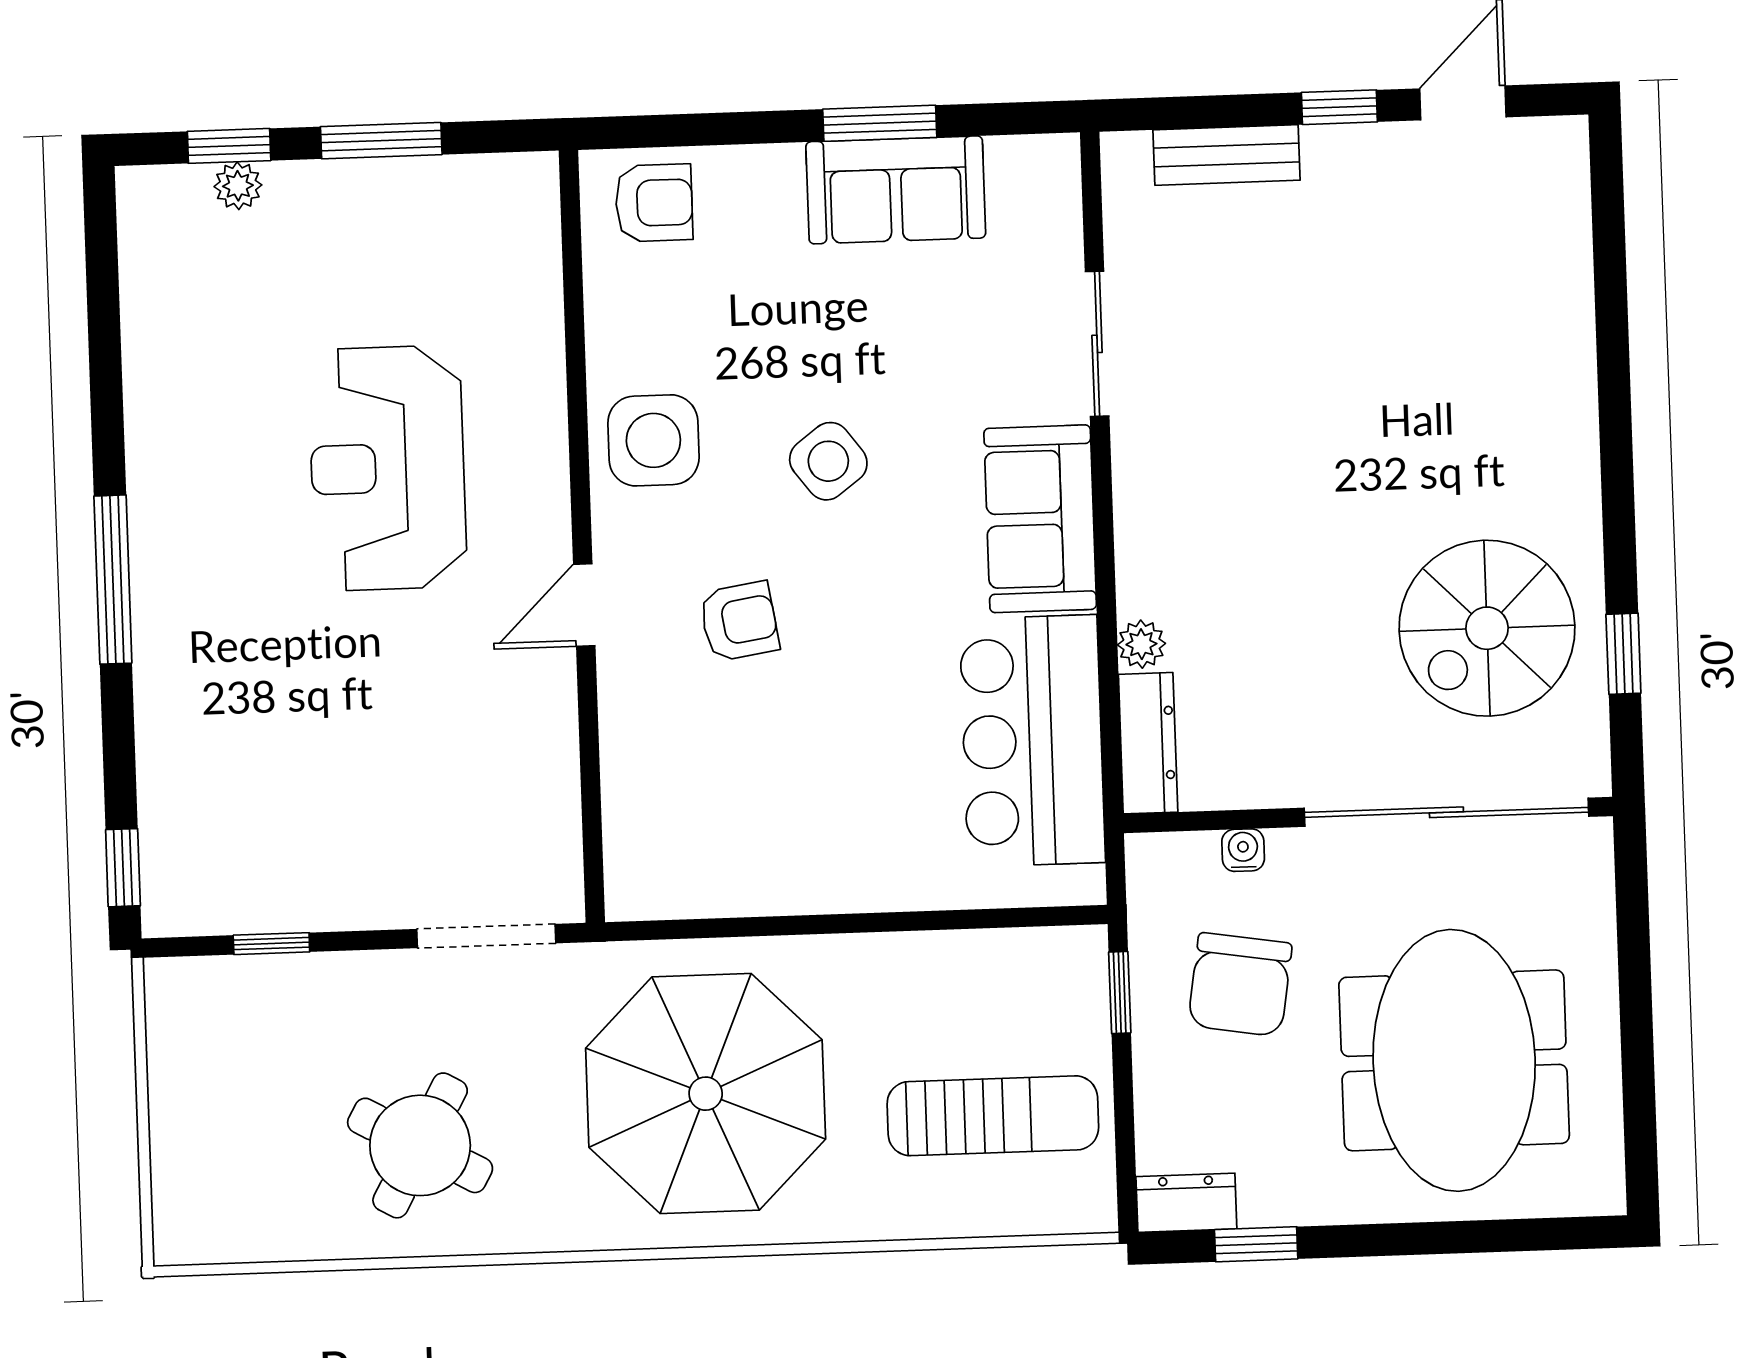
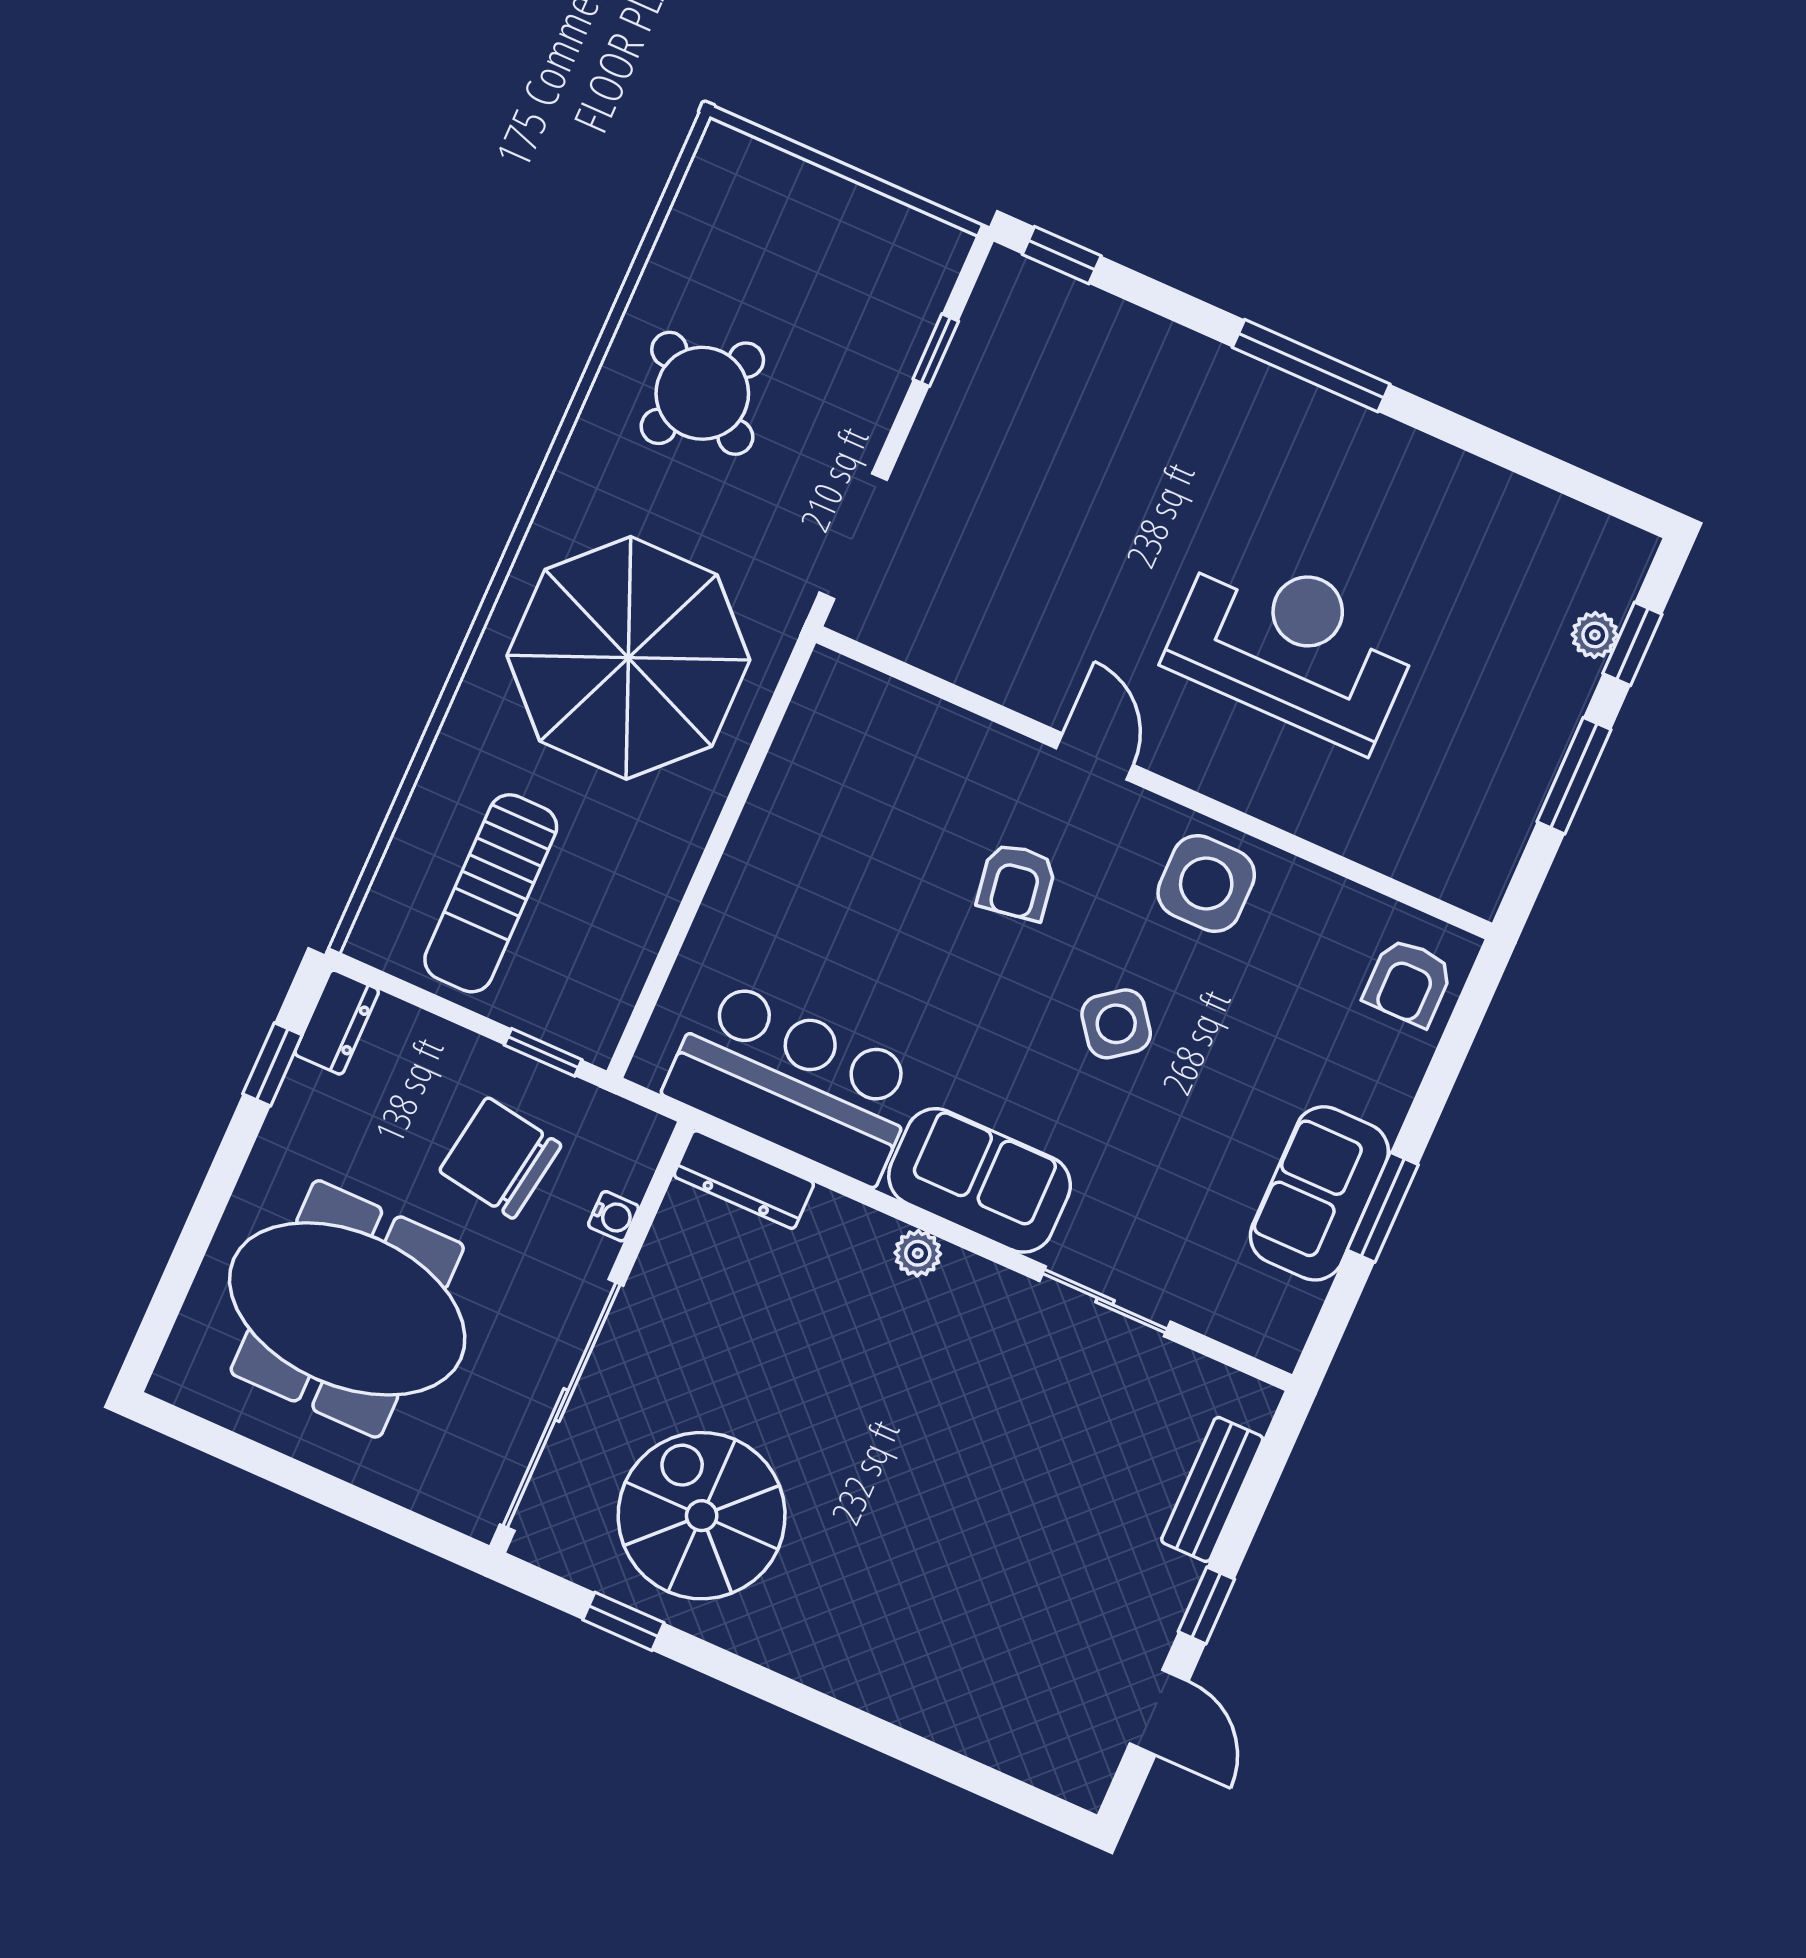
plant: (1141, 644) -> (918, 1253), moved

